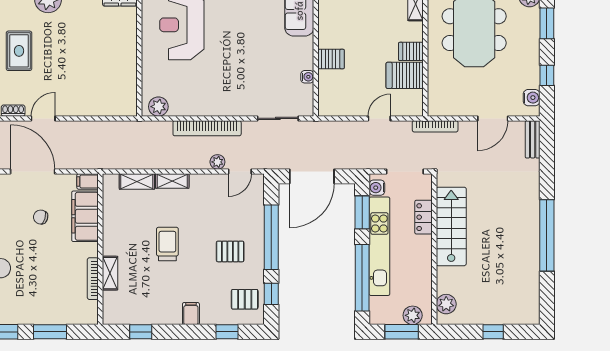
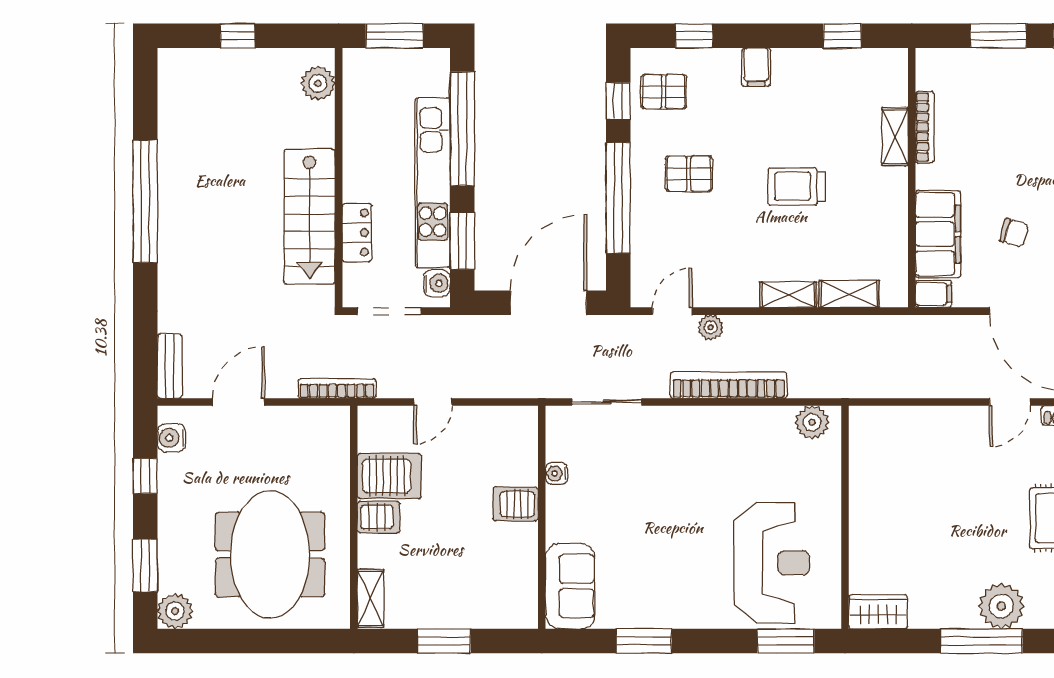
trolley: (167, 244) -> (797, 186), turned 90
plant: (413, 315) -> (376, 64), removed

